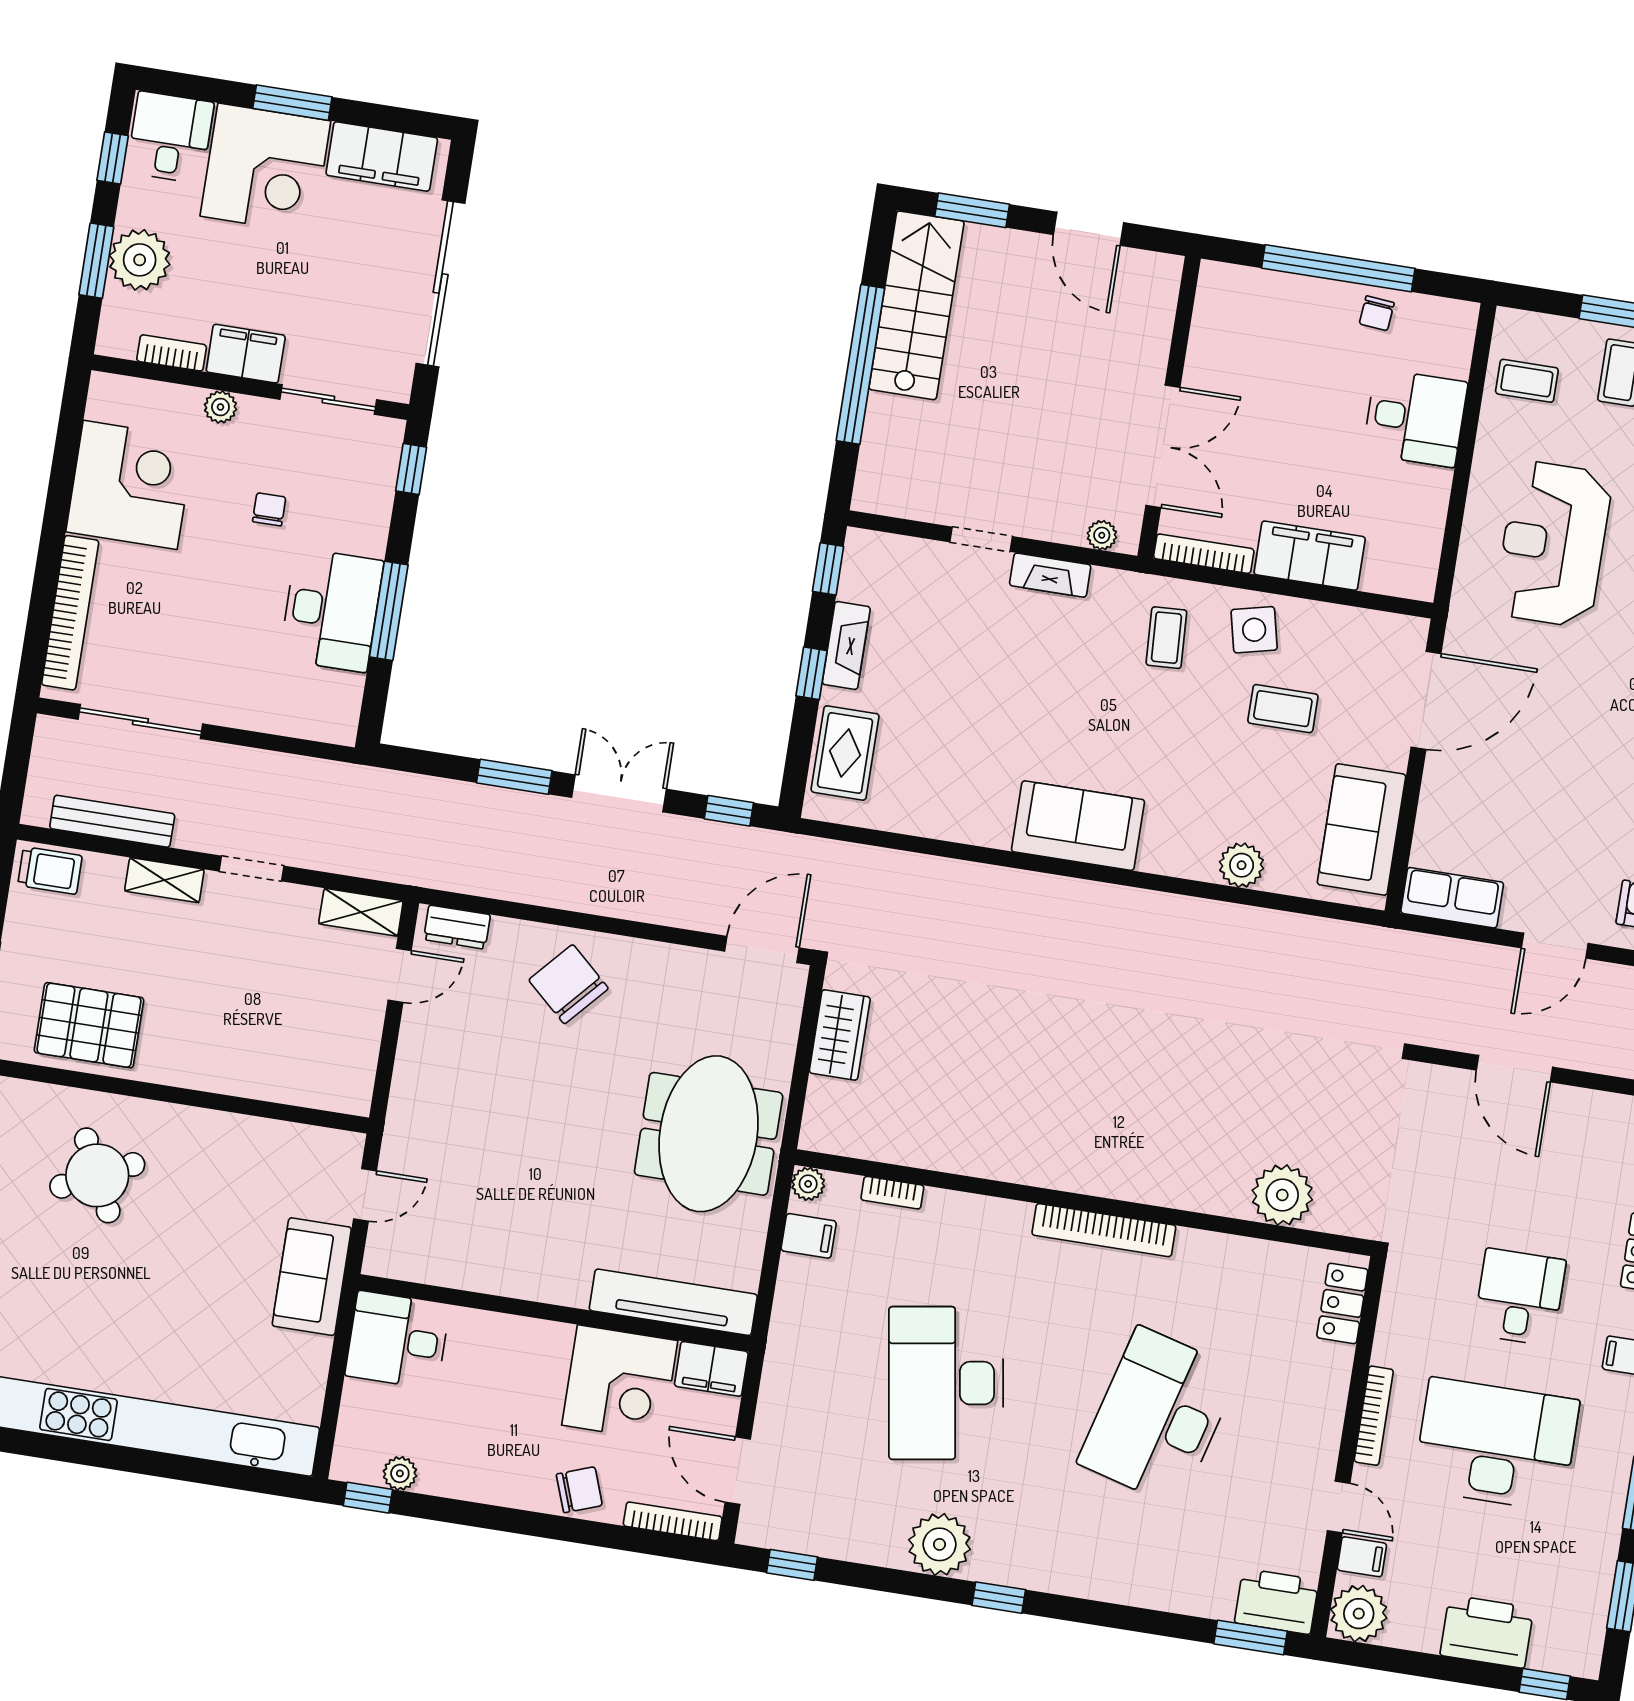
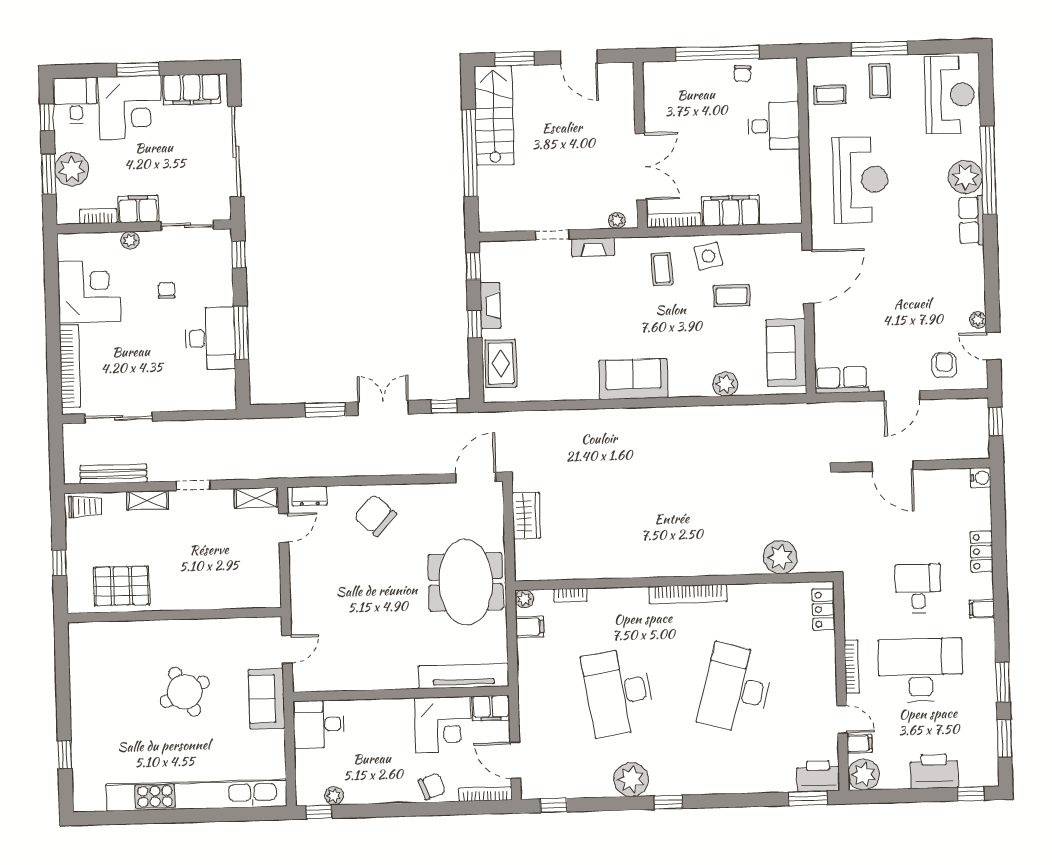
reception desk: (1553, 544) -> (860, 180), turned 180
round table: (97, 1175) -> (185, 692), moved

